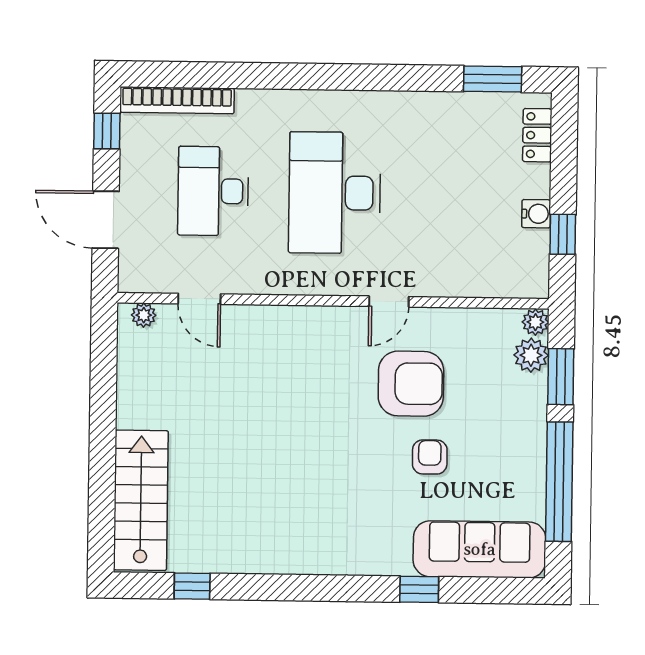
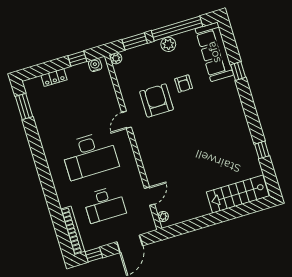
locker: (537, 135) -> (54, 77), moved
water cooler: (536, 214) -> (95, 65), moved
door: (389, 301) -> (126, 120), swing flipped
plant: (531, 355) -> (168, 44), moved
armchair: (430, 457) -> (184, 84), turned -90
window: (192, 586) -> (262, 150), moved

